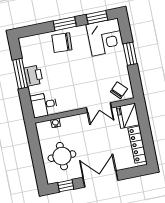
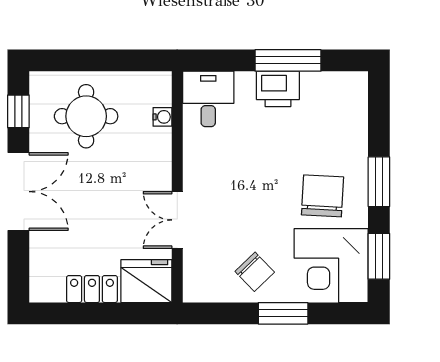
chair: (62, 43) -> (322, 196), moved
chair: (119, 90) -> (255, 272), moved
locker: (137, 145) -> (92, 289), width x0.66

